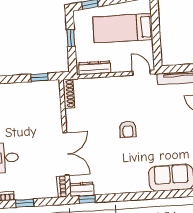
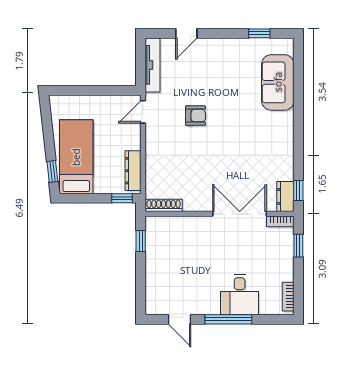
bed: (123, 28) -> (76, 157), moved, turned 180
window: (71, 38) -> (122, 198), moved
armchair: (128, 129) -> (195, 116), moved
window: (25, 203) -> (298, 246), moved

